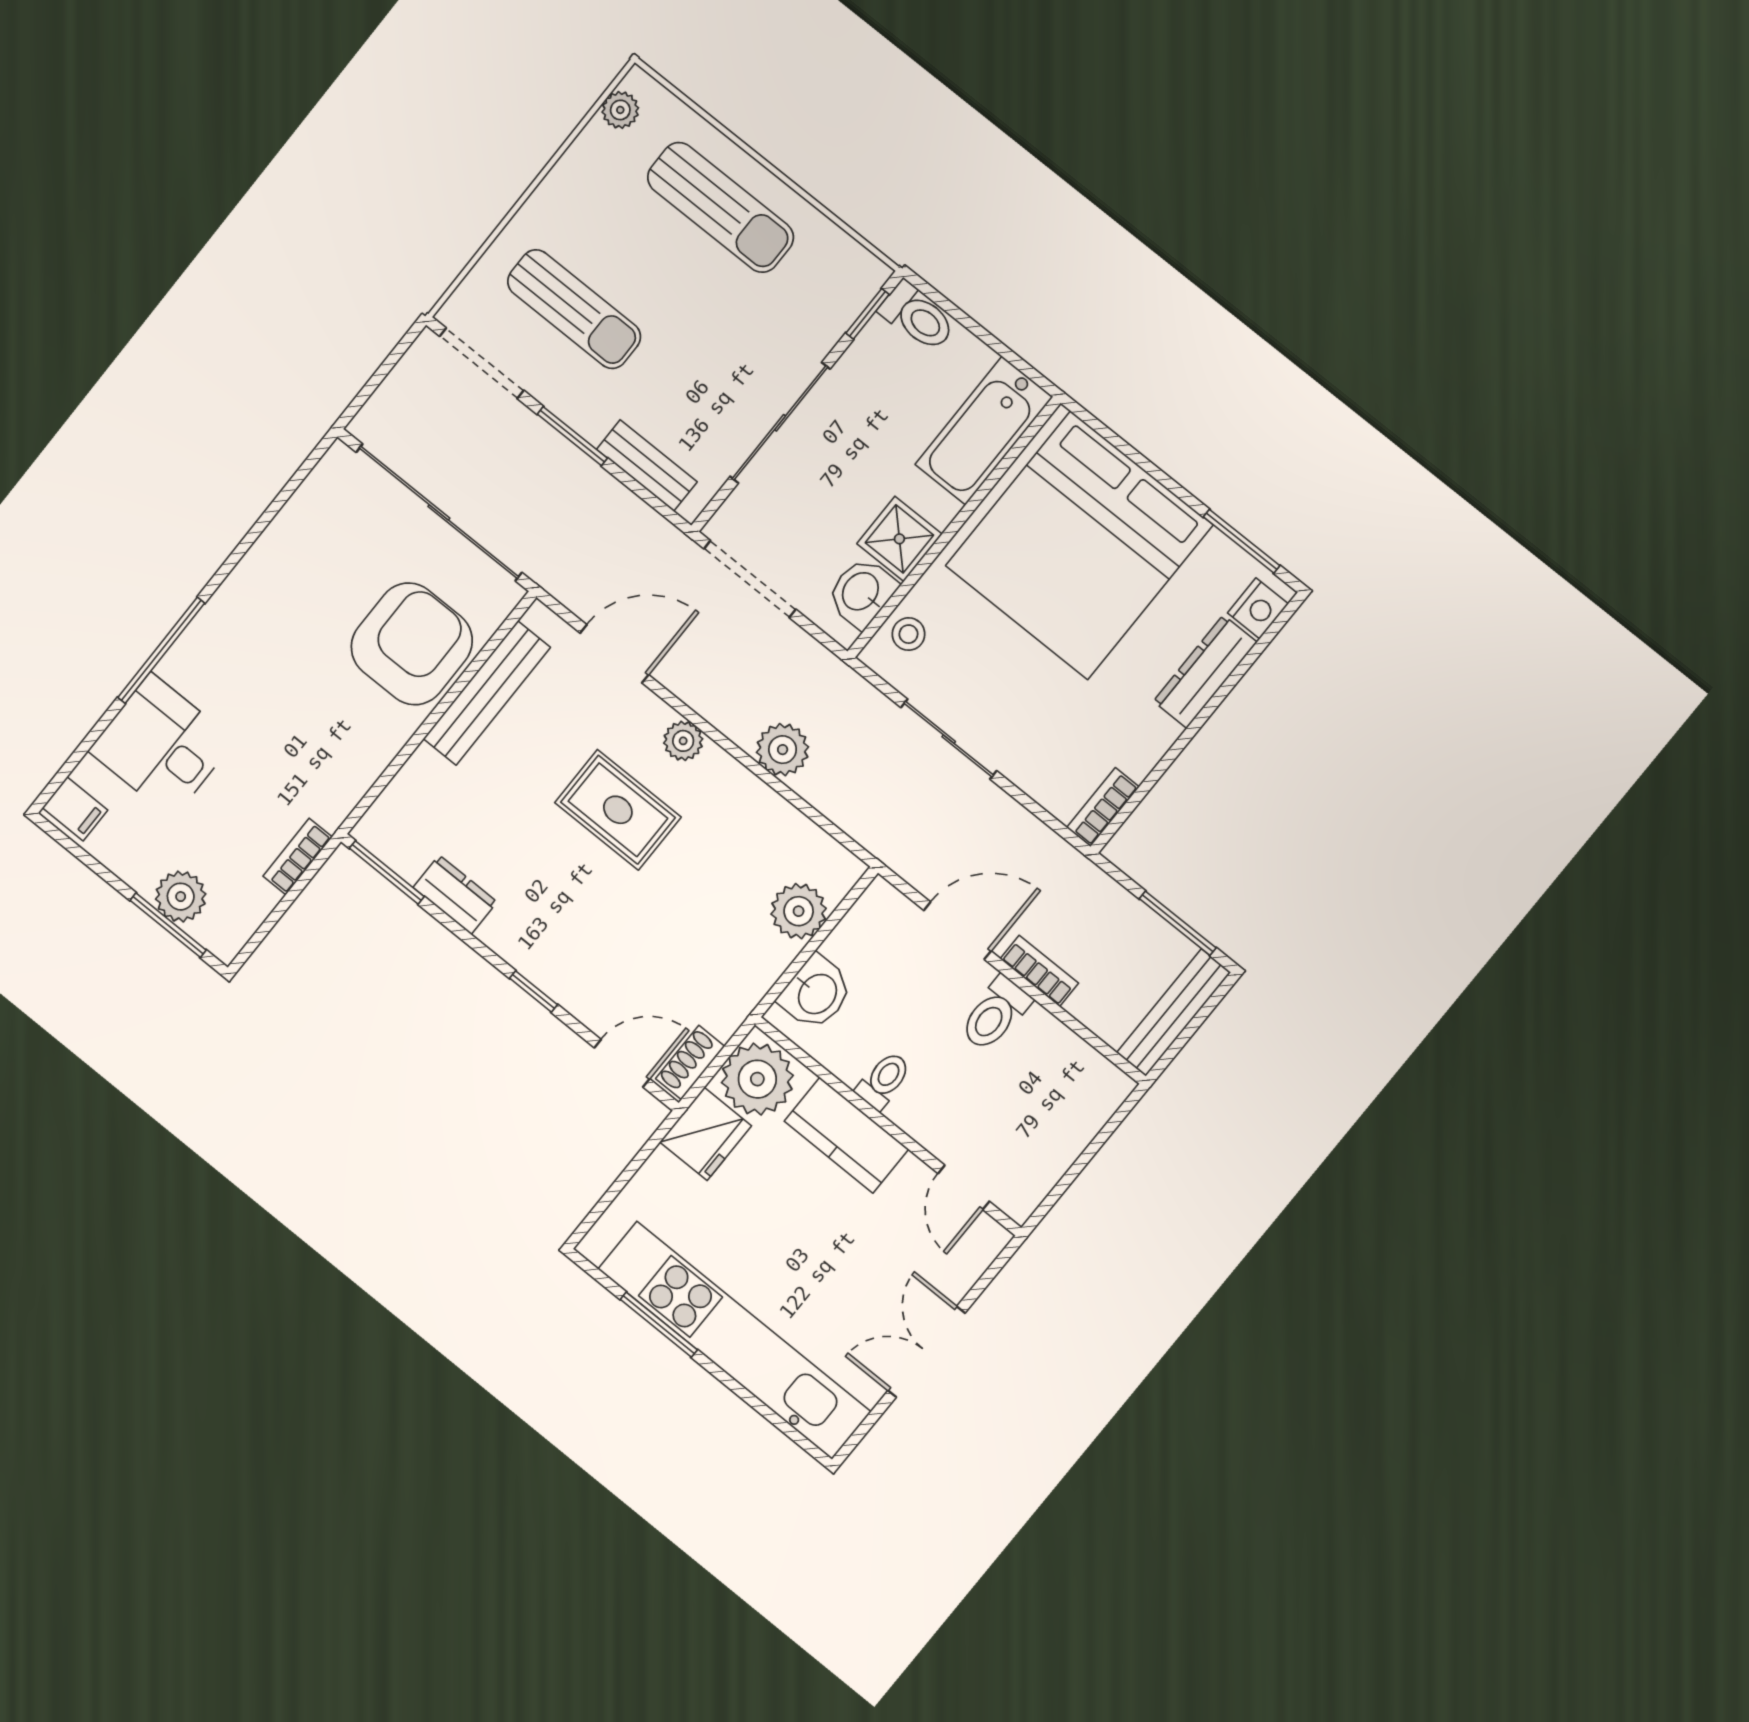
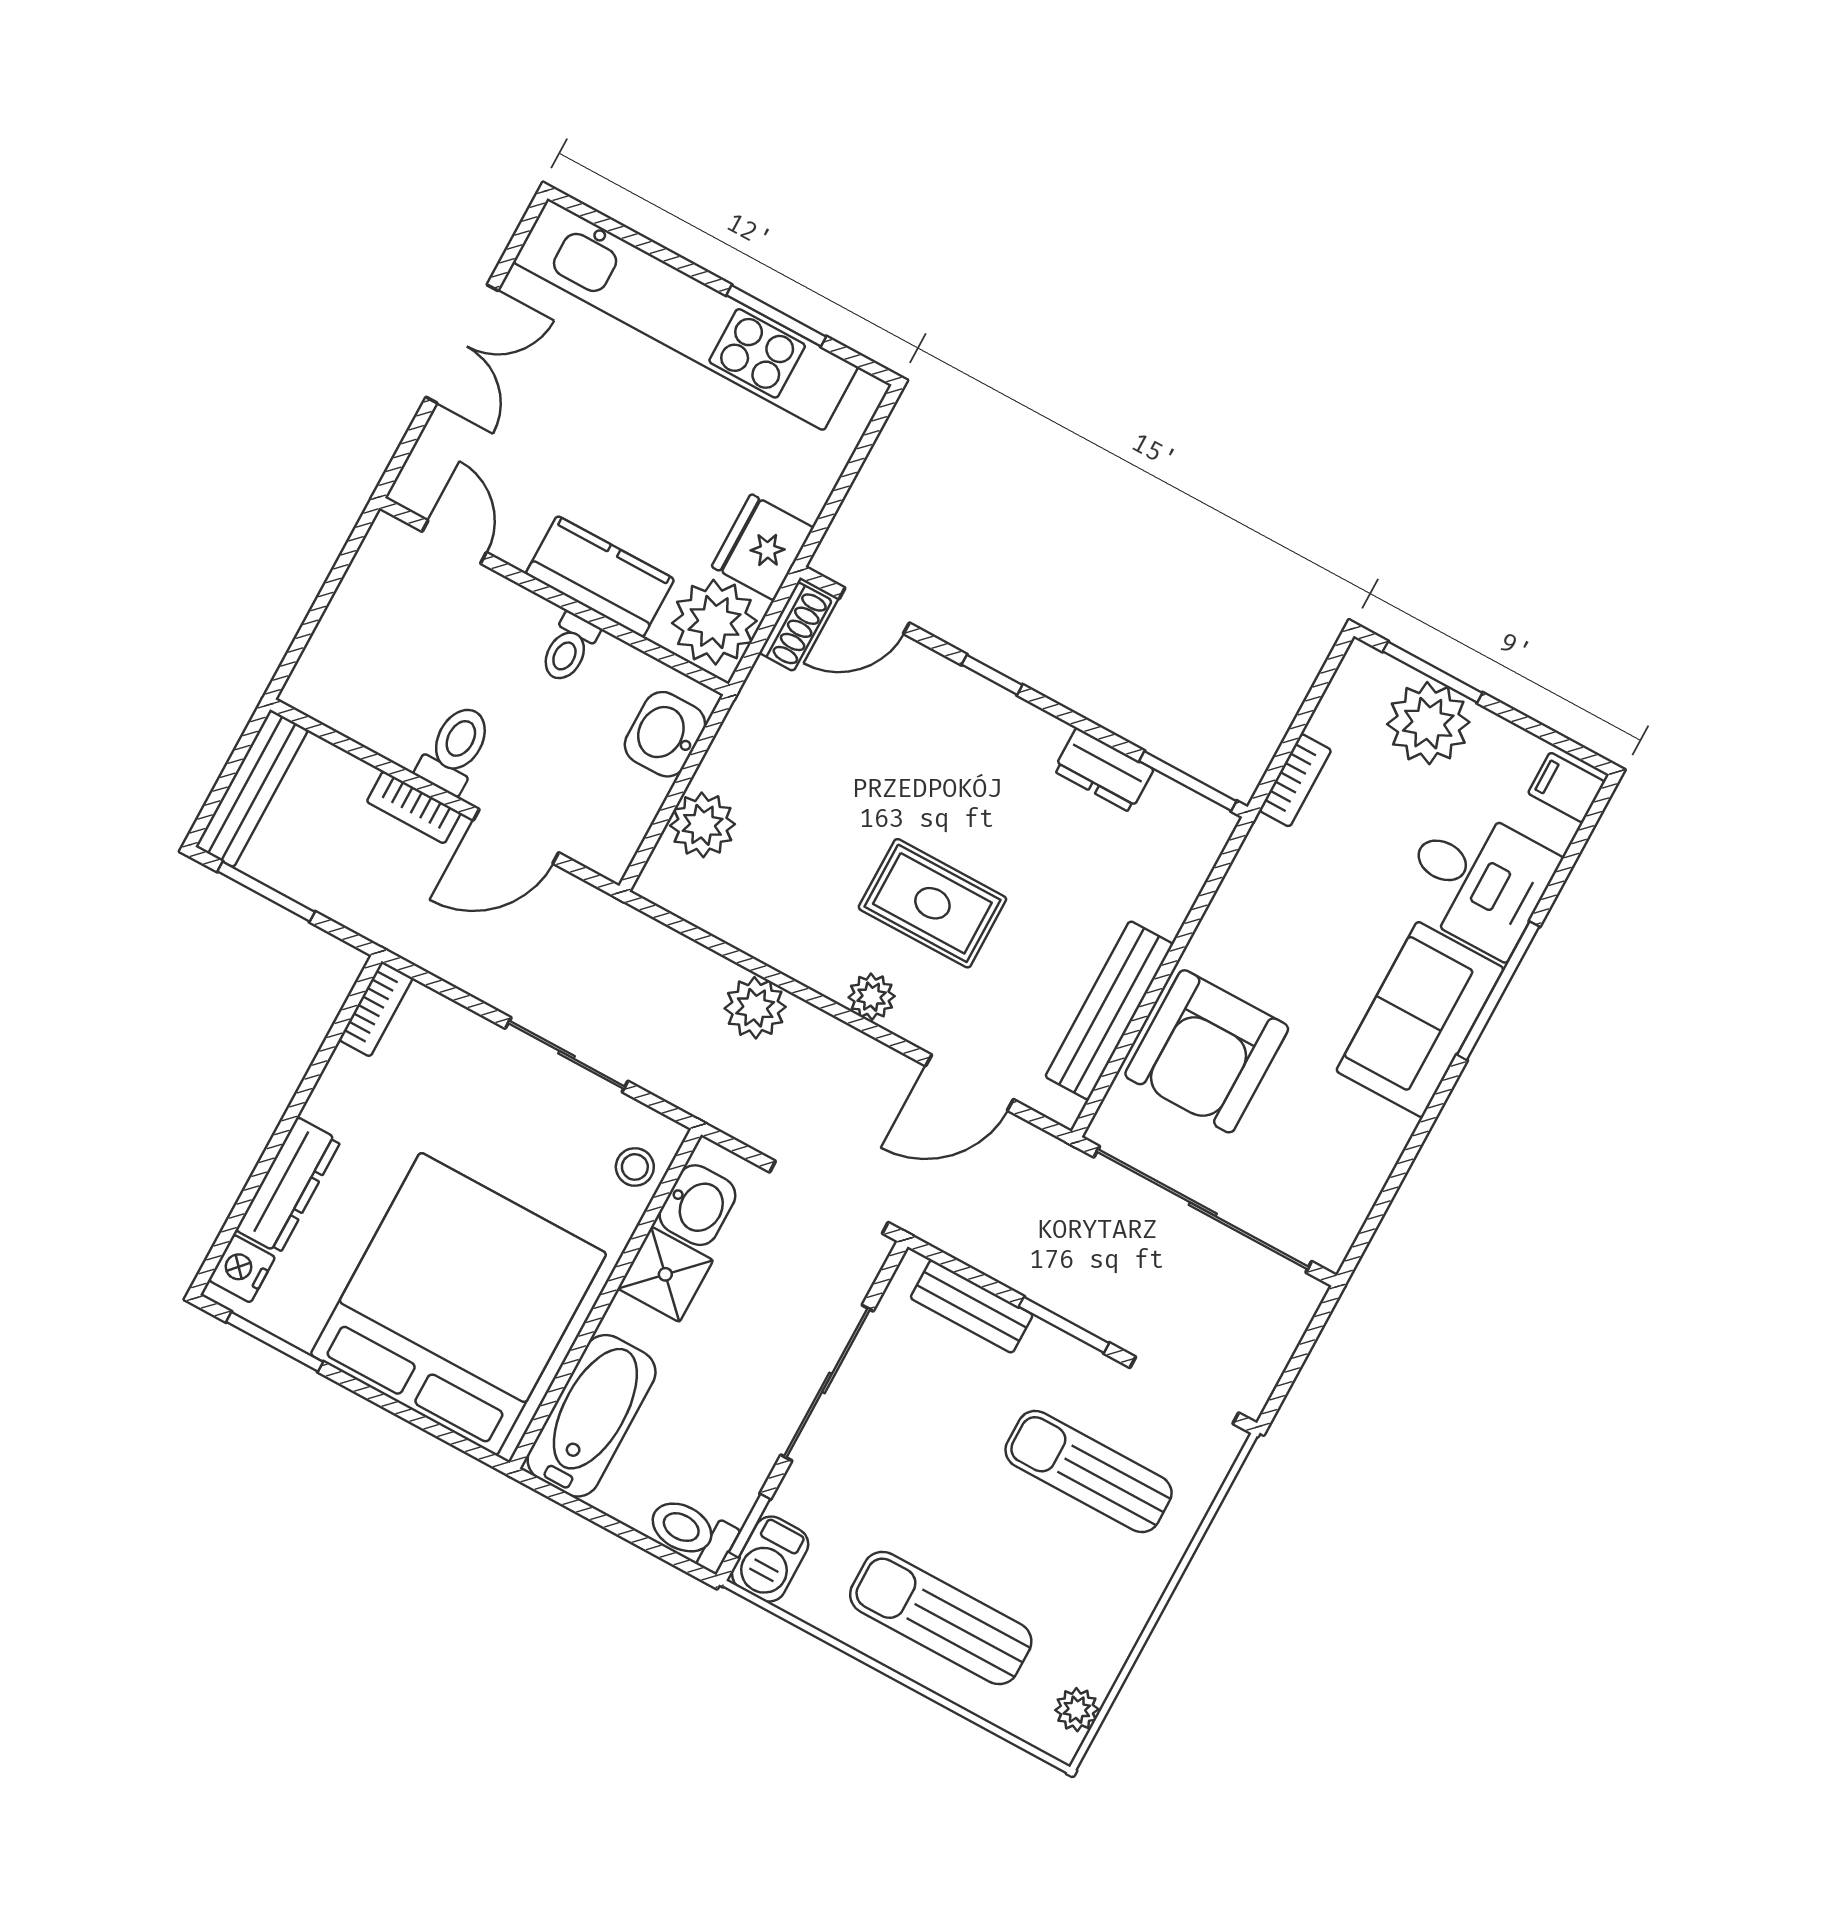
barbecue: (855, 283) -> (770, 1559), added
sofa: (230, 638) -> (1420, 1020), added
plant: (181, 897) -> (1428, 723), width x1.36, depth x1.36

